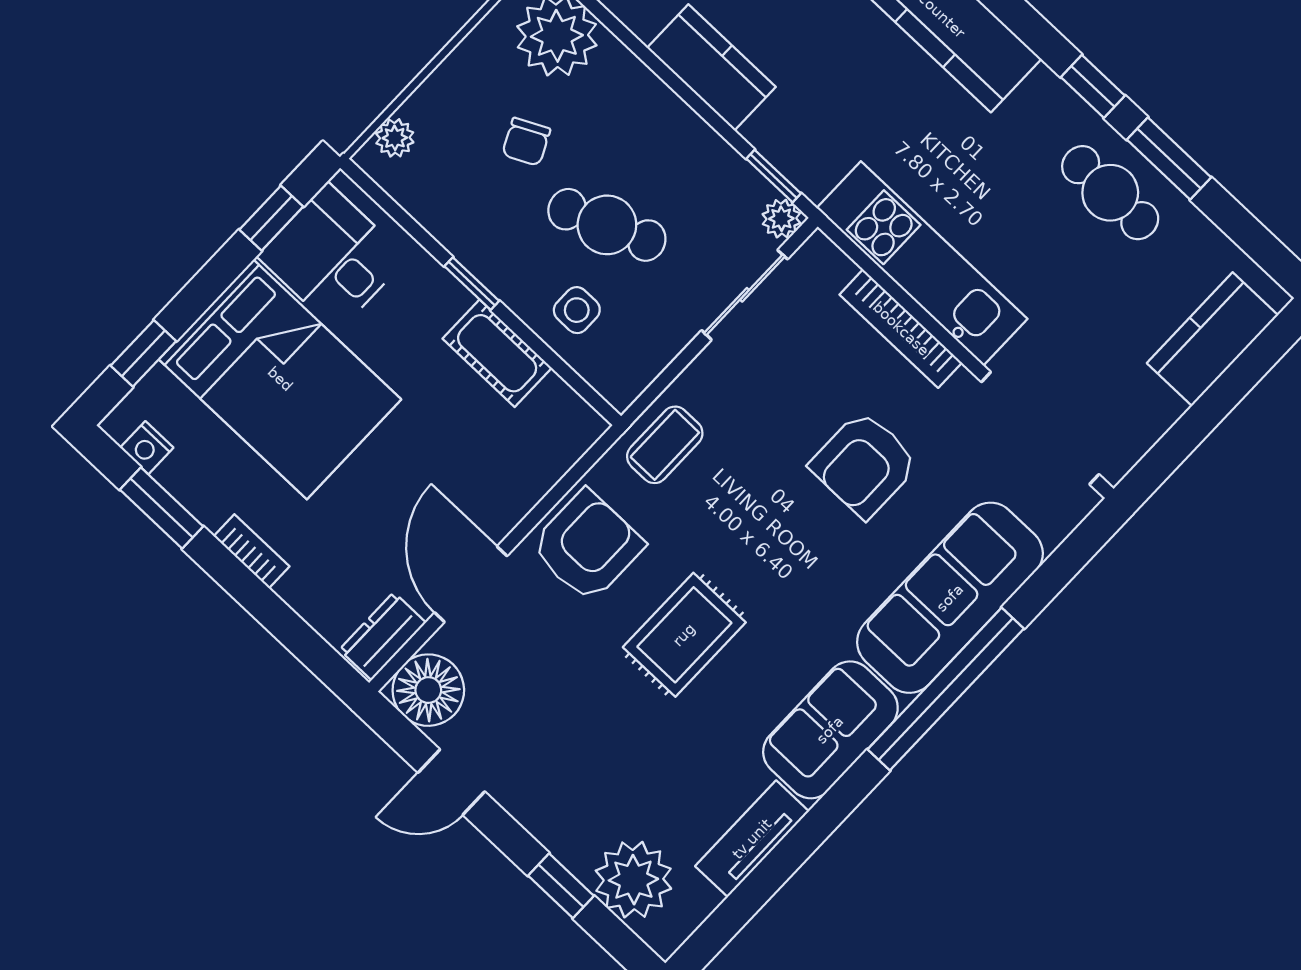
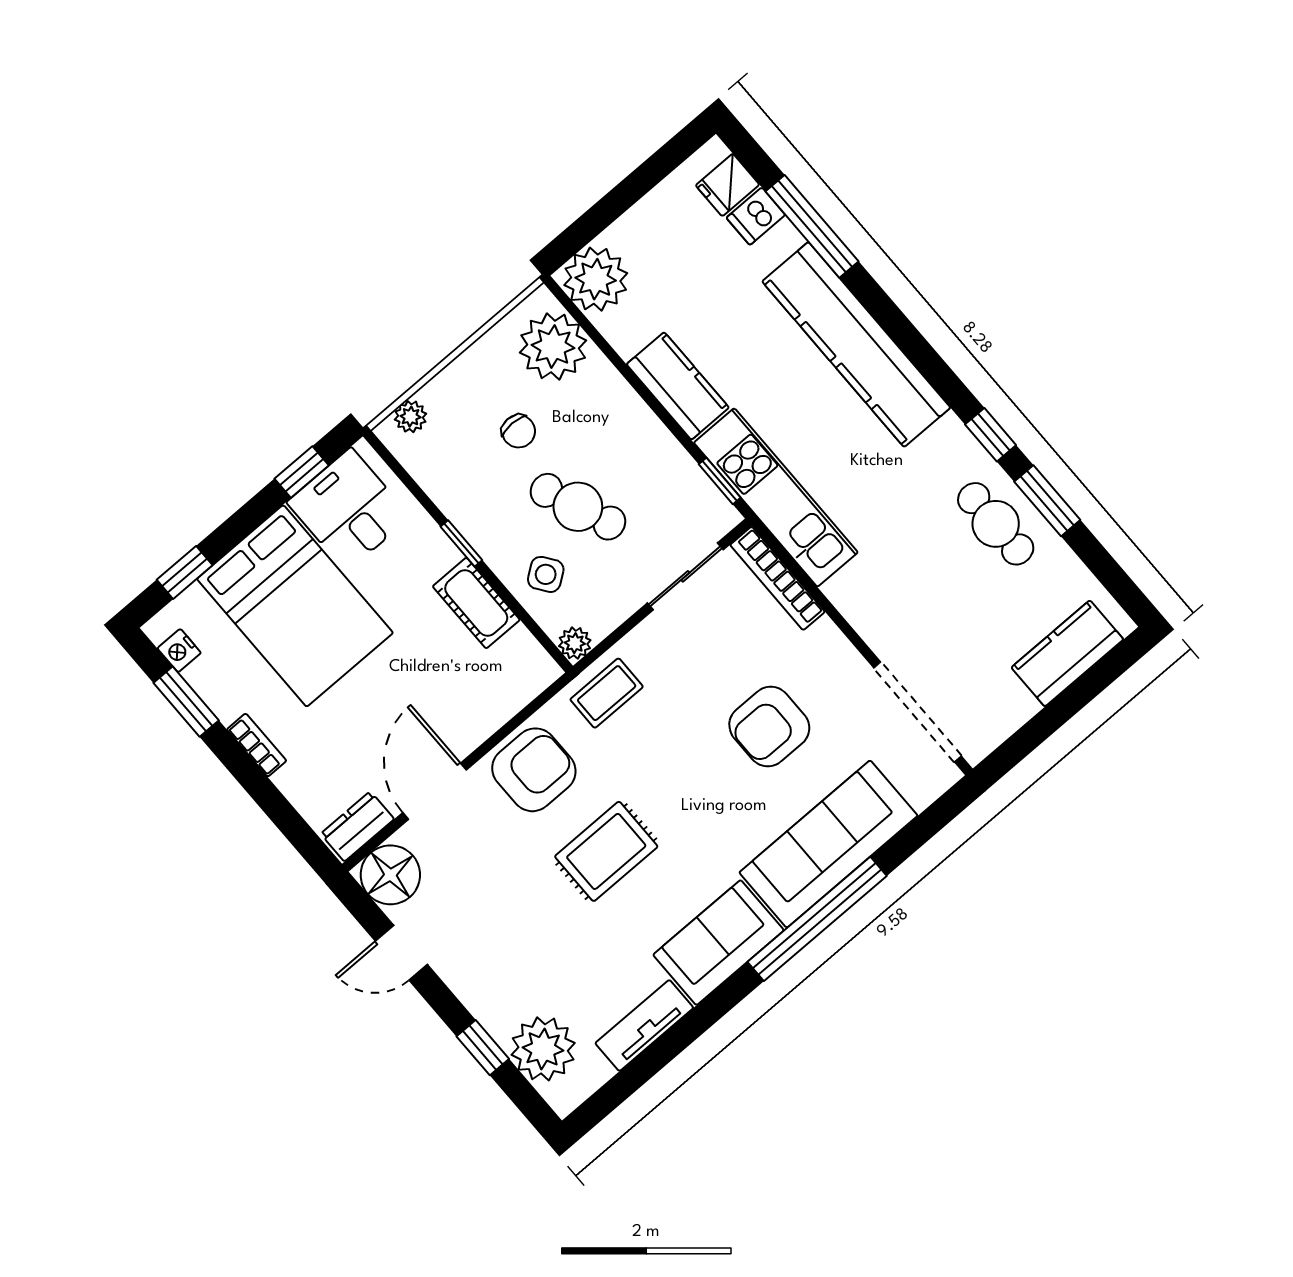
chair: (526, 142) -> (519, 431), turned -64
plant: (781, 219) -> (575, 643), moved
kitchen unit: (922, 263) -> (776, 498), moved
side table: (577, 310) -> (546, 574), turned -36
bookcase: (901, 329) -> (777, 578), moved

